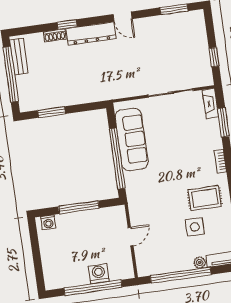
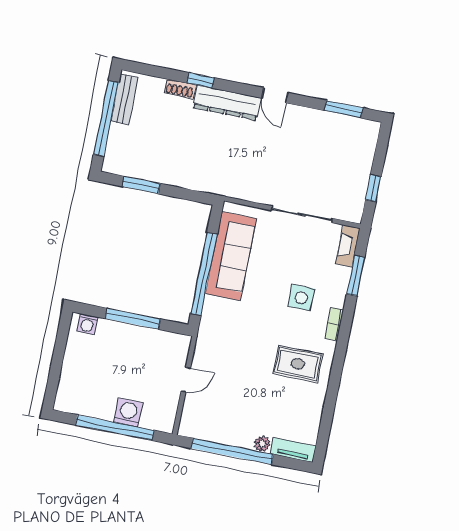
side table: (195, 227) -> (301, 298), moved

